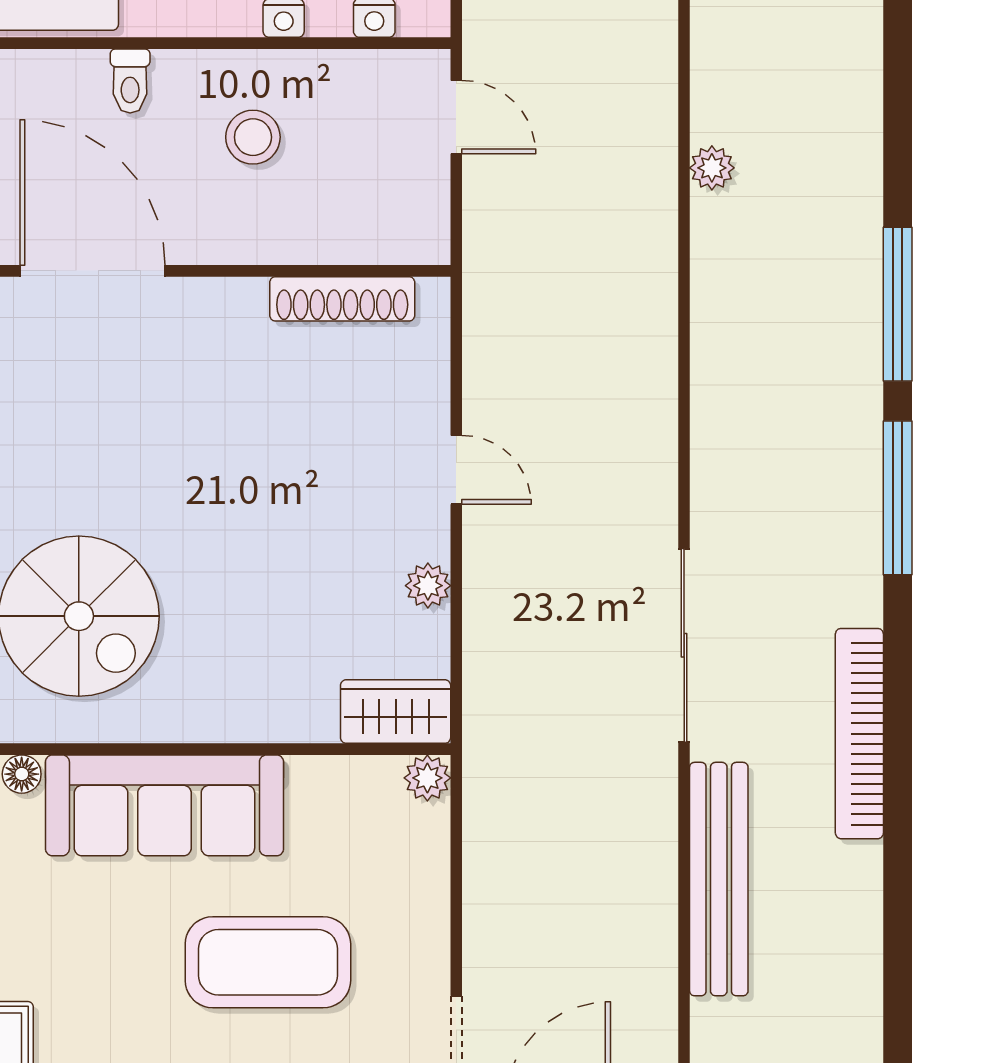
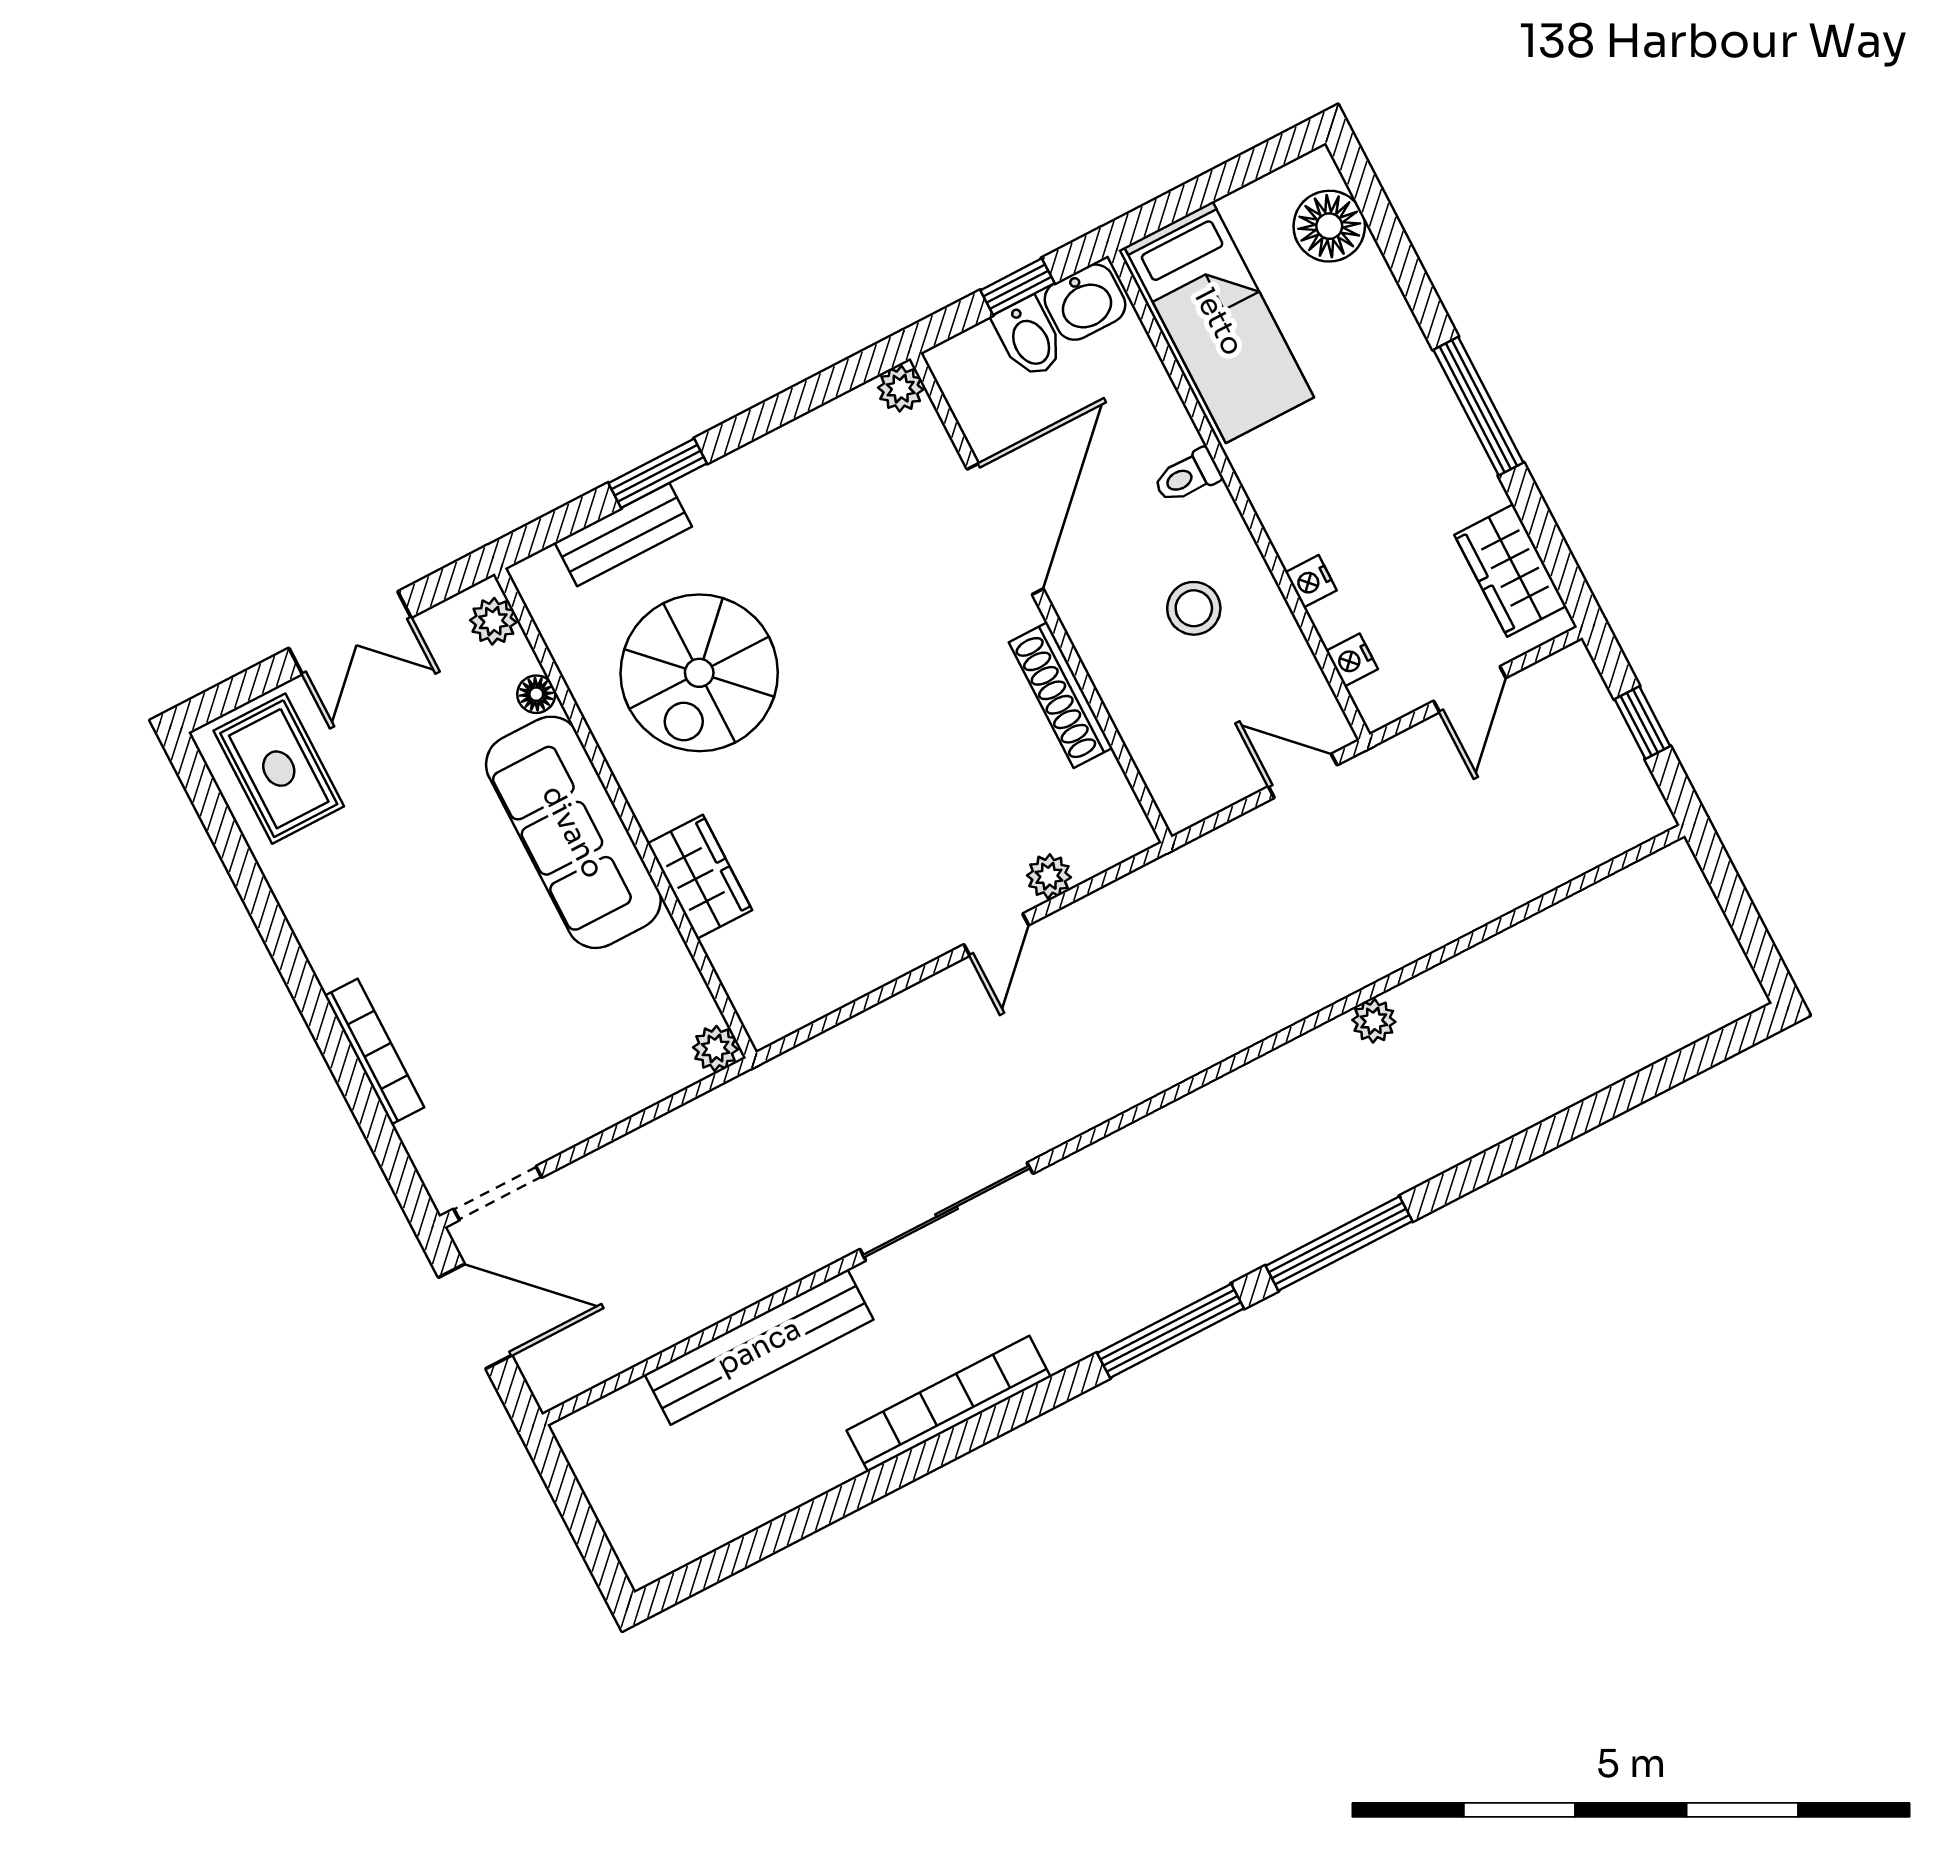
door: (456, 117) -> (1303, 776), swing flipped
shoe rack: (342, 299) -> (1061, 695), moved
plant: (428, 586) -> (1049, 876), moved
wardrobe: (396, 712) -> (700, 877), moved
coffee table: (268, 962) -> (484, 993), removed

